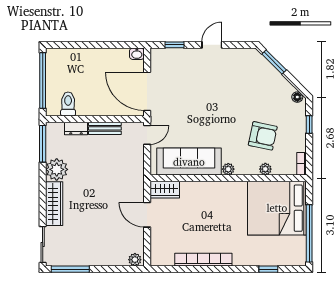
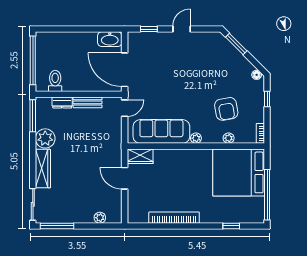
washbasin: (137, 54) -> (110, 39), width x1.91, depth x1.45
armchair: (263, 136) -> (226, 109), turned 68
plant: (135, 260) -> (100, 218), moved

